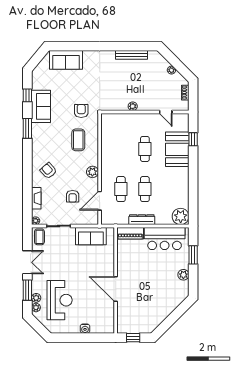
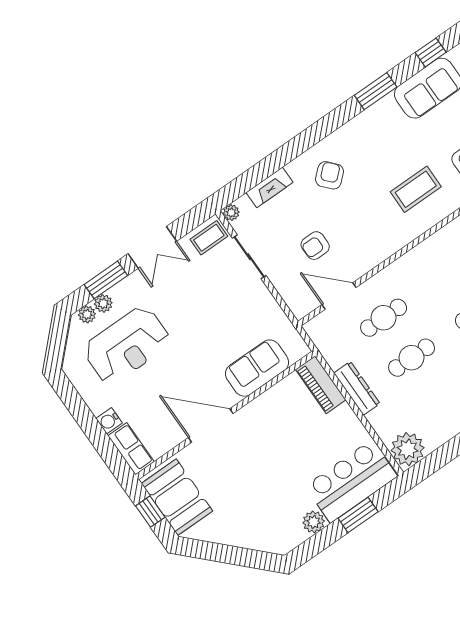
plant: (92, 172) -> (379, 250), removed
sofa: (91, 236) -> (257, 368), moved, turned 90
bar counter: (165, 238) -> (351, 481), moved, turned 90
door: (116, 289) -> (211, 425), hinge flipped
booth: (135, 323) -> (177, 497), added
row of seats: (102, 328) -> (131, 449), added

